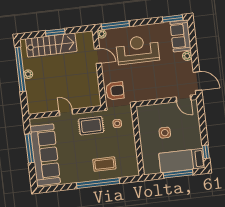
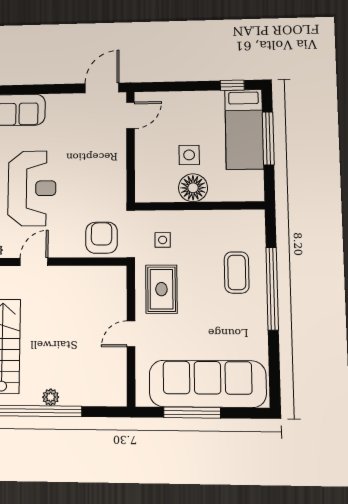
reception desk: (138, 50) -> (32, 188), turned 180
plant: (187, 56) -> (55, 102), removed
floor lamp: (147, 137) -> (193, 188), added

